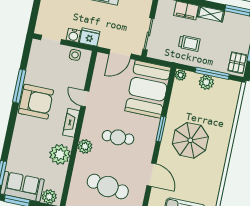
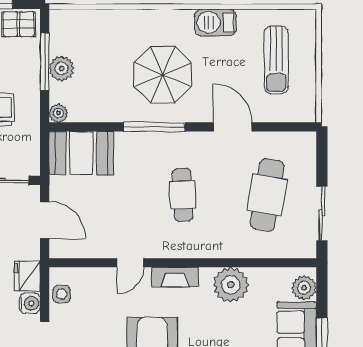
booth: (148, 89) -> (81, 153), width x0.73, depth x0.70
window: (161, 129) -> (154, 127), width x1.44
plant: (85, 146) -> (209, 246), removed
door: (151, 175) -> (233, 127), hinge flipped
barbecue: (214, 177) -> (215, 22), added

